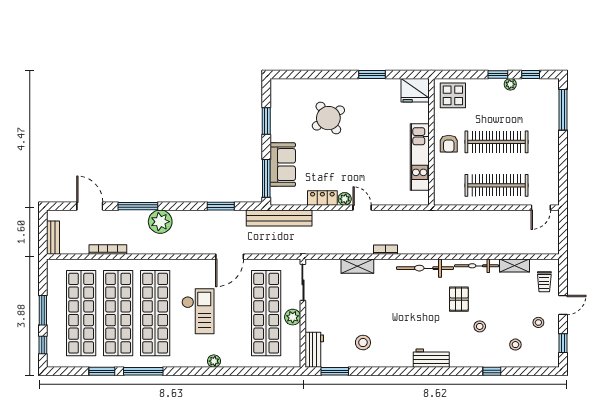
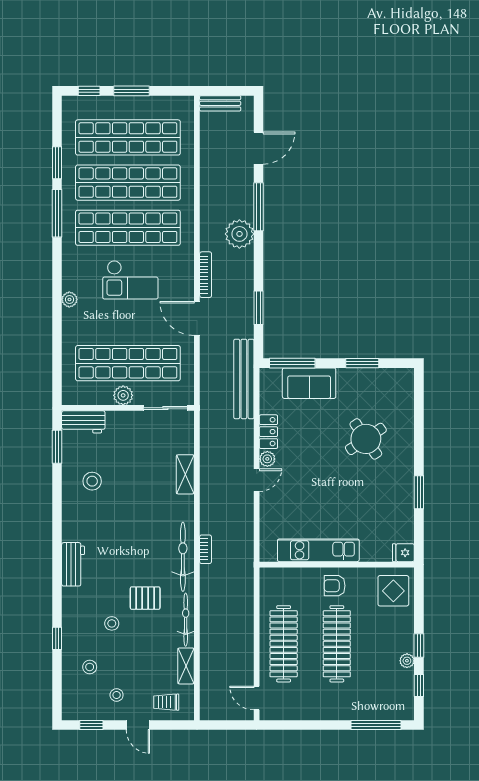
fridge: (415, 90) -> (403, 553), width x0.53, depth x0.75
bookcase: (108, 249) -> (206, 275), moved
bookcase: (386, 250) -> (206, 549), moved

